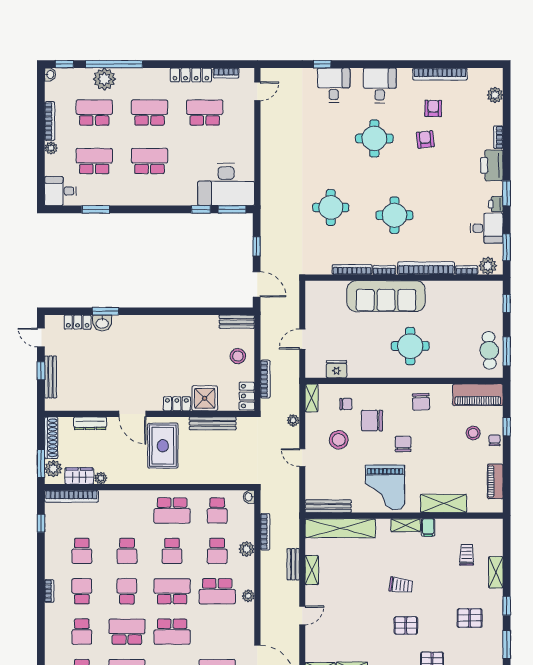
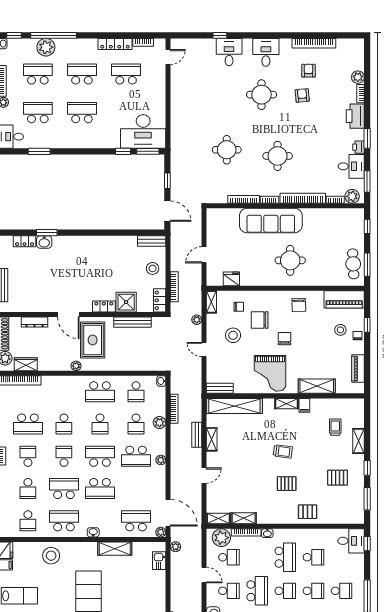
plant: (495, 95) -> (358, 77), moved
plant: (101, 478) -> (76, 366), moved
bench: (328, 506) -> (220, 388), width x0.73
school desk: (82, 551) -> (28, 424), width x1.85

